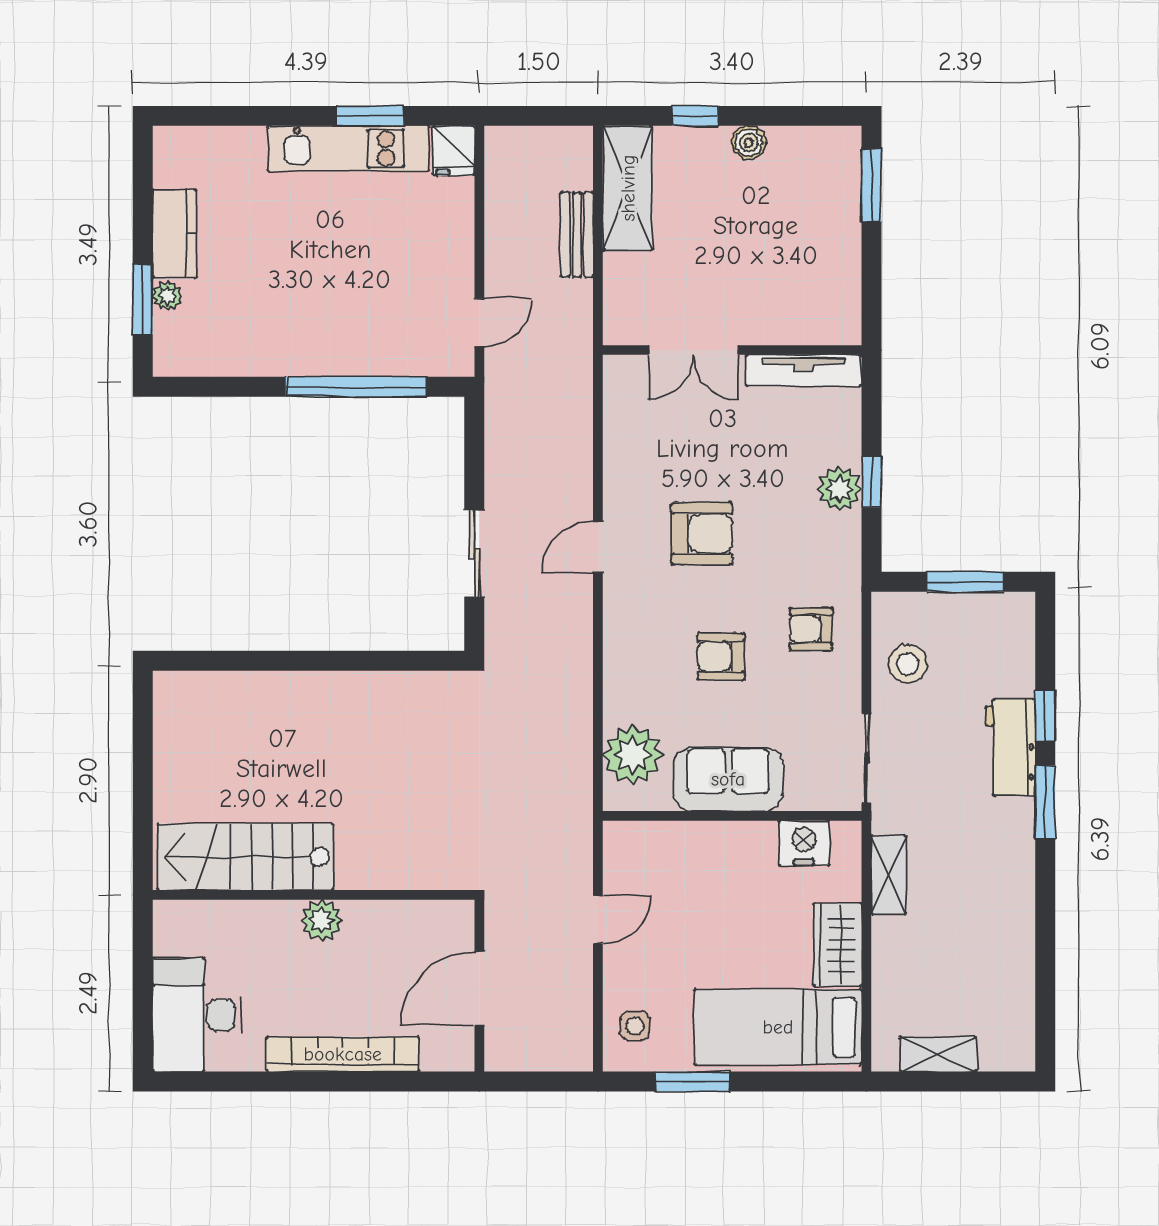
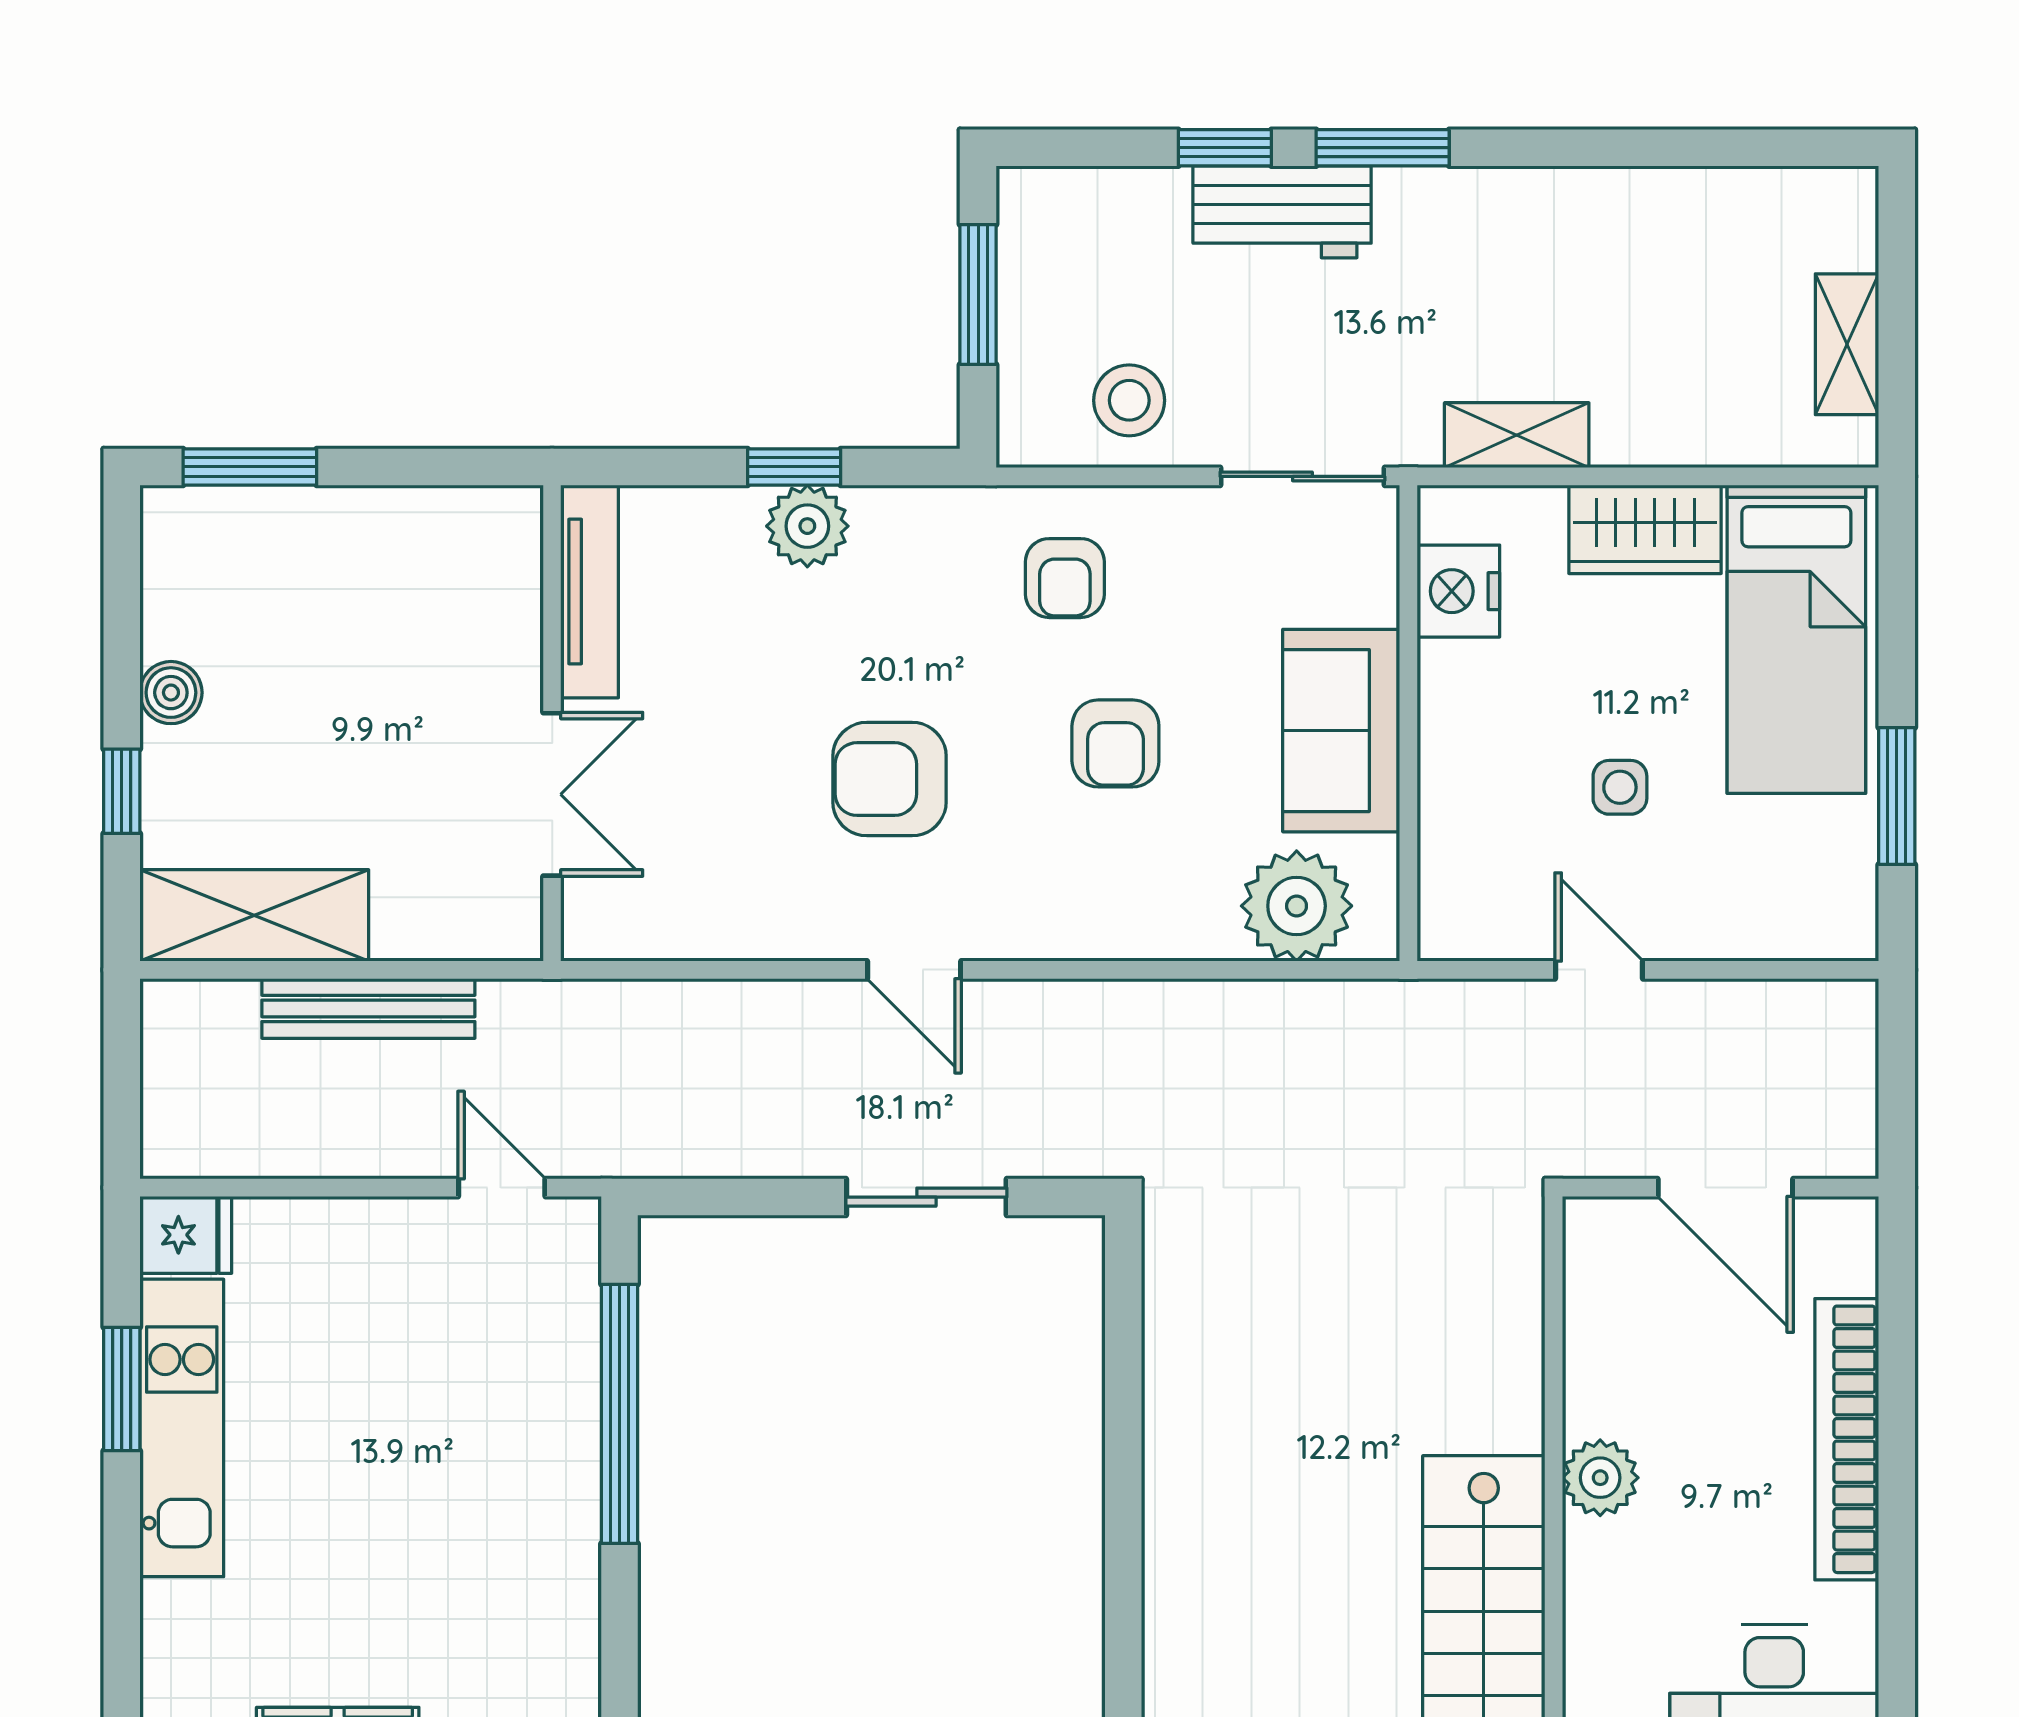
bench: (577, 235) -> (368, 1008), width x1.36
armchair: (702, 534) -> (889, 779), turned -90
side table: (635, 1026) -> (1620, 787), moved

